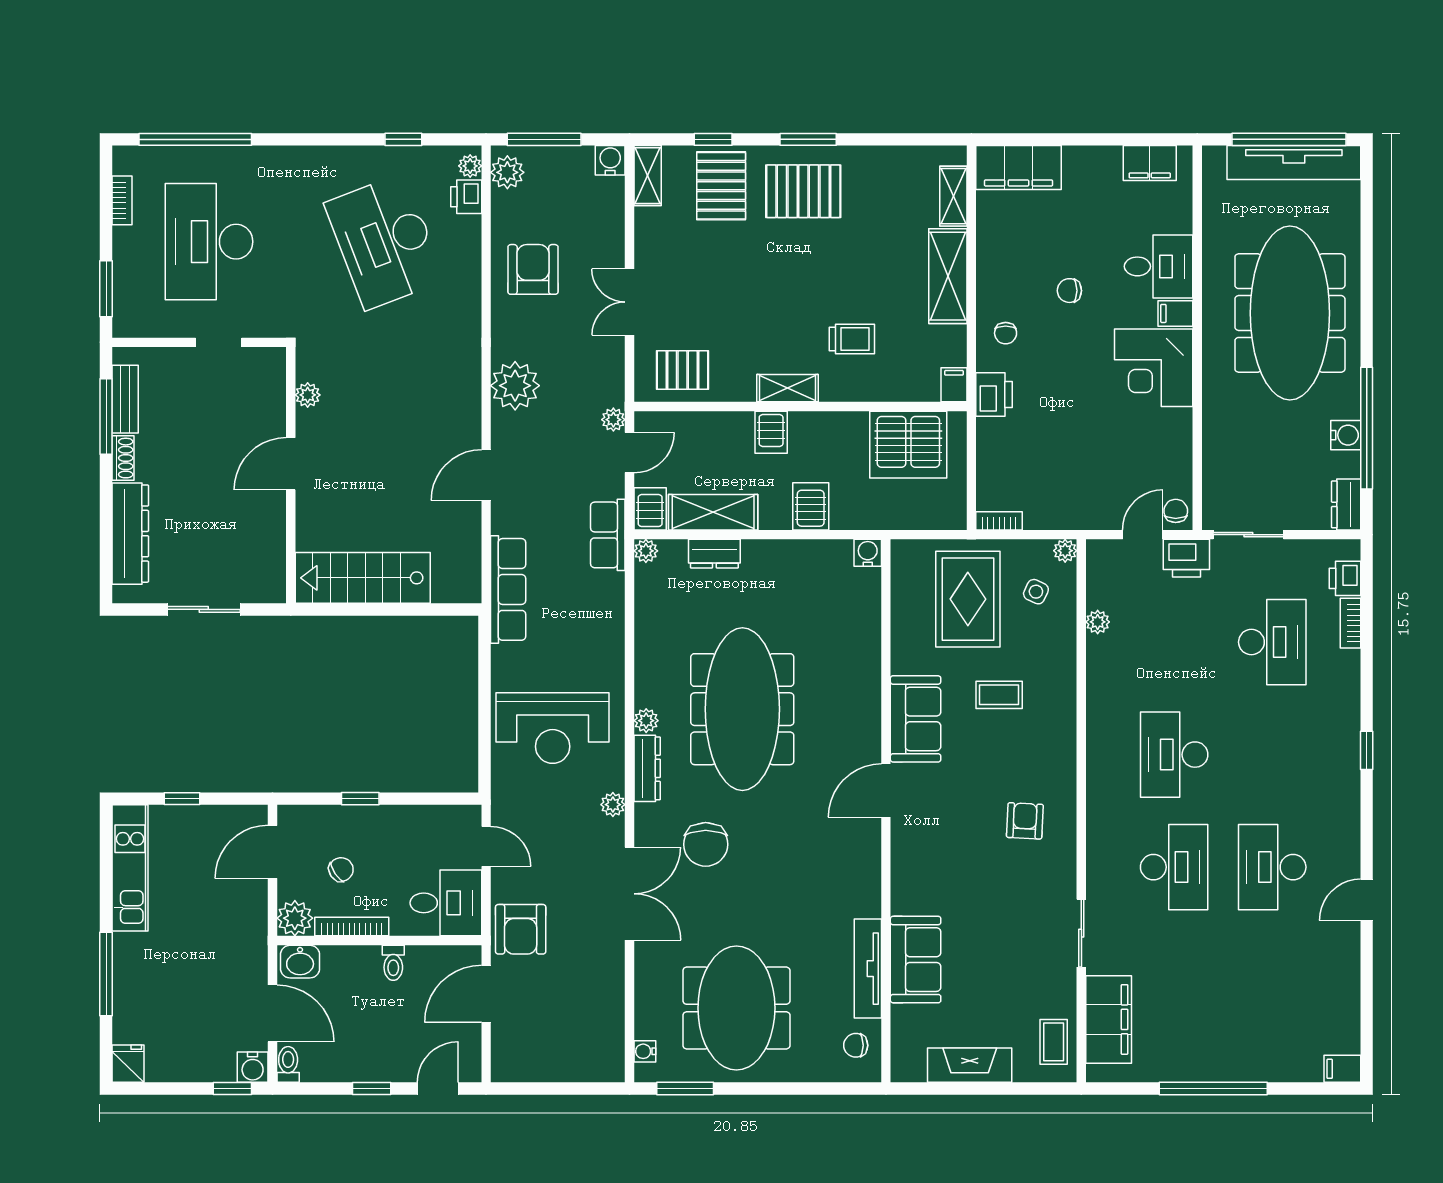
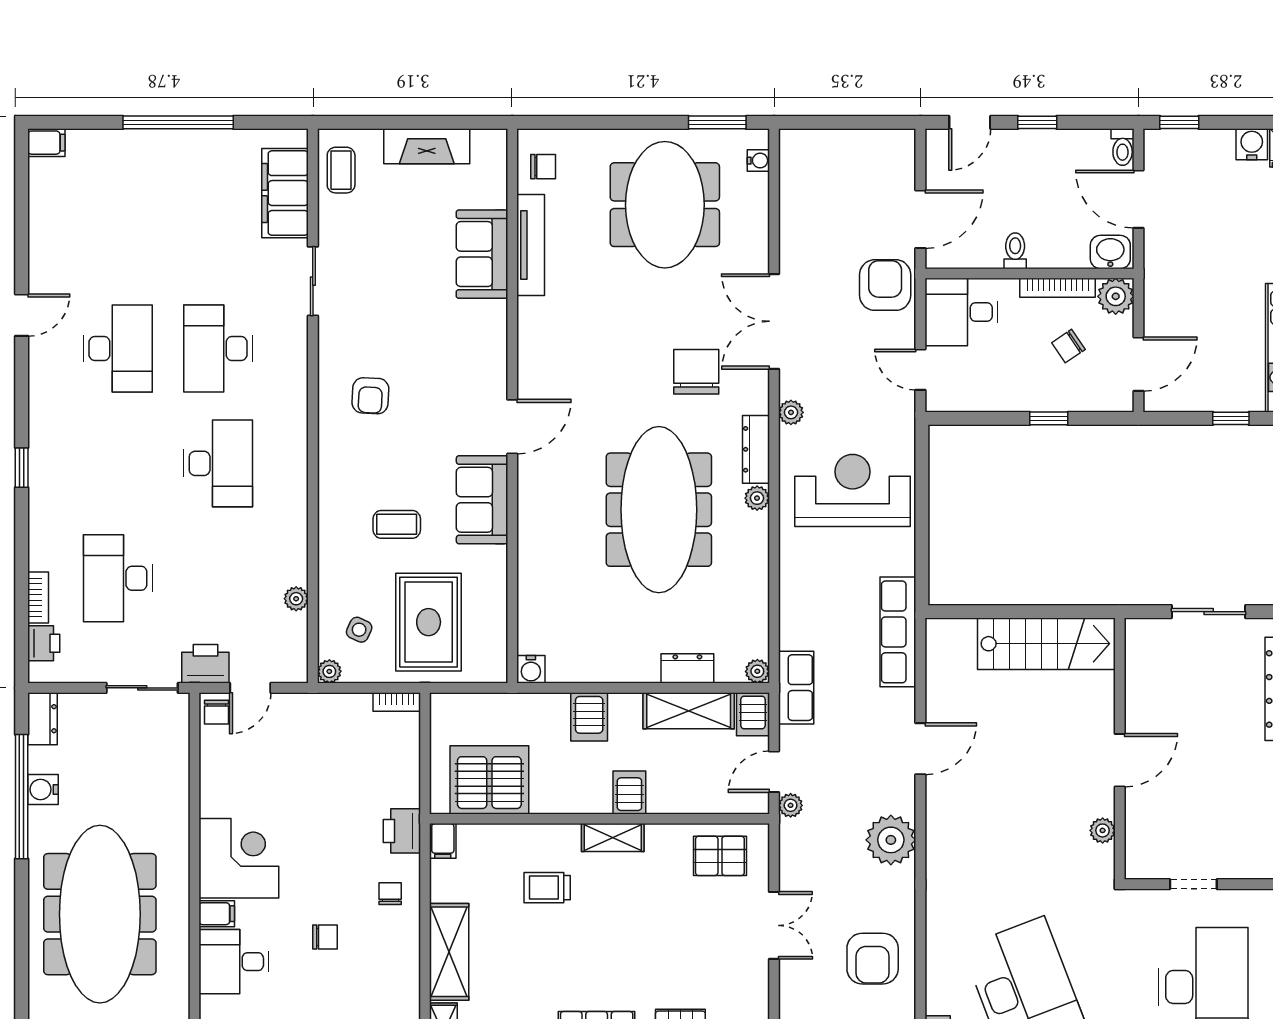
water cooler: (253, 1067) -> (1252, 144), moved

